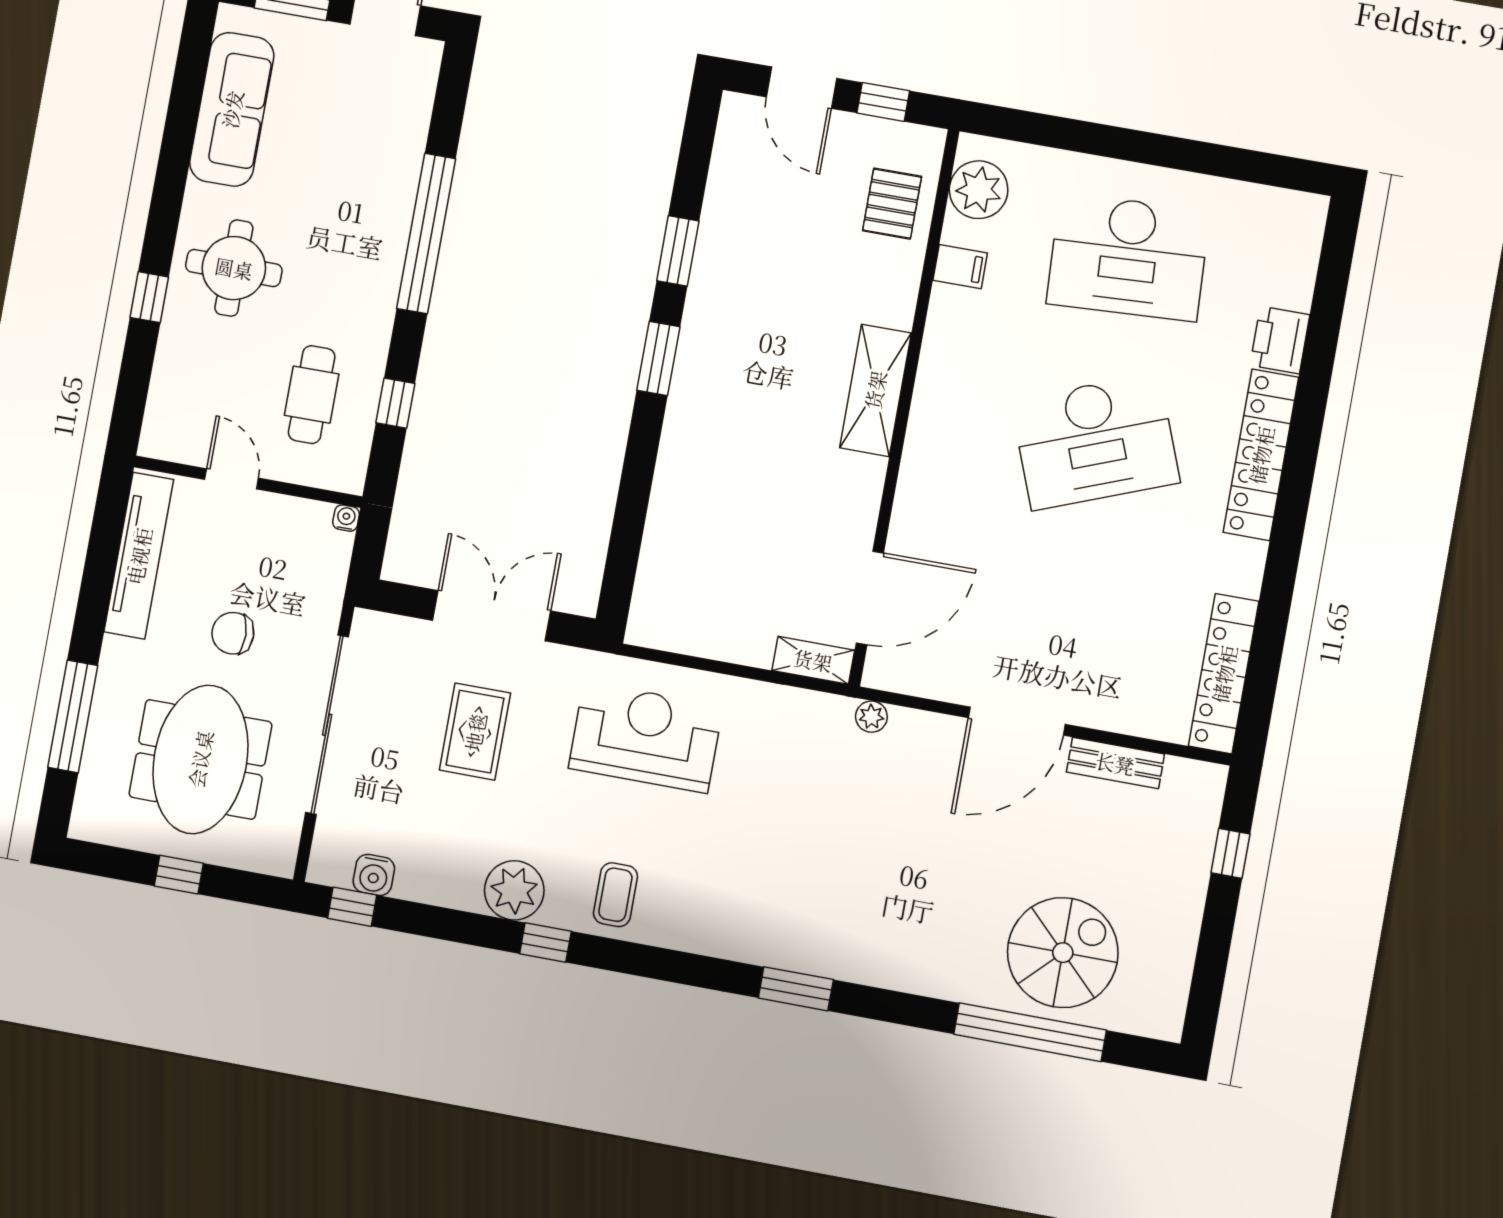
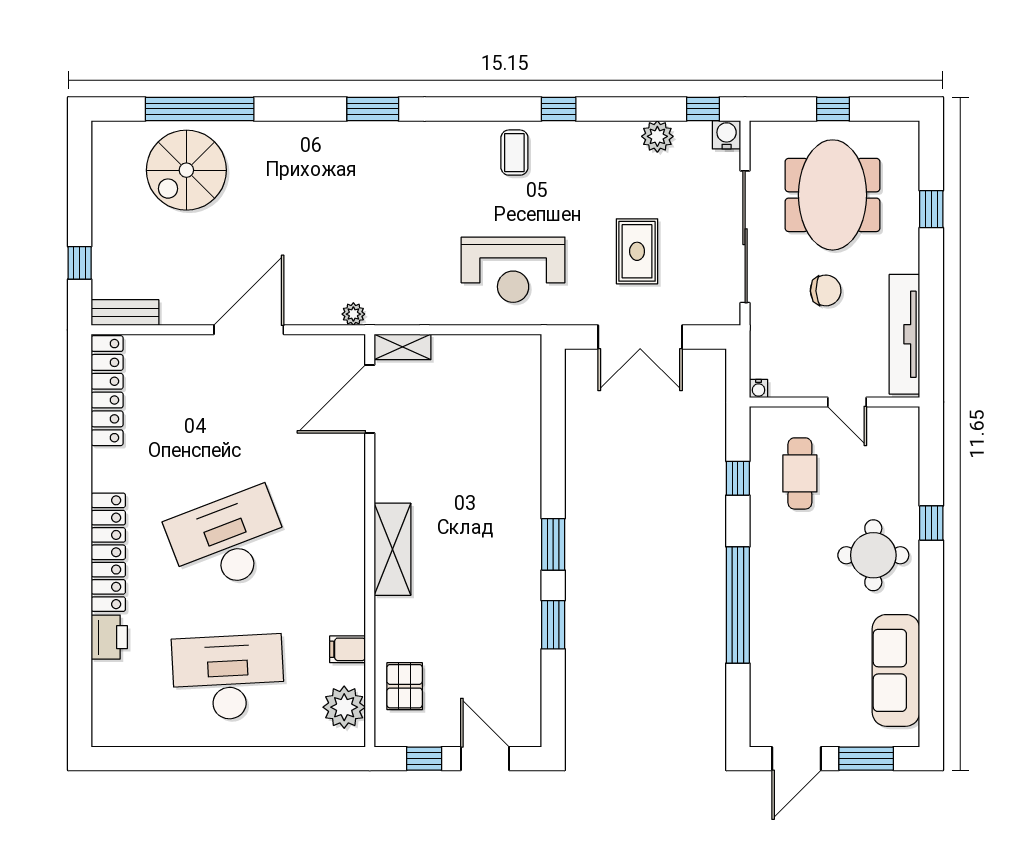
window: (73, 716) -> (931, 209), width x0.46
bench: (1115, 763) -> (125, 313), moved
water cooler: (374, 875) -> (727, 135), moved
plant: (514, 890) -> (657, 136), moved, width x0.73, depth x0.73

